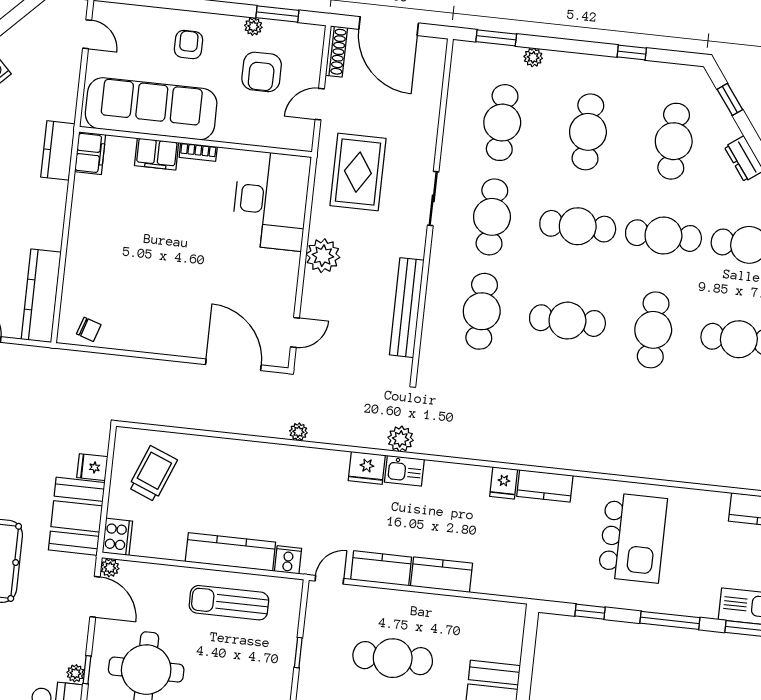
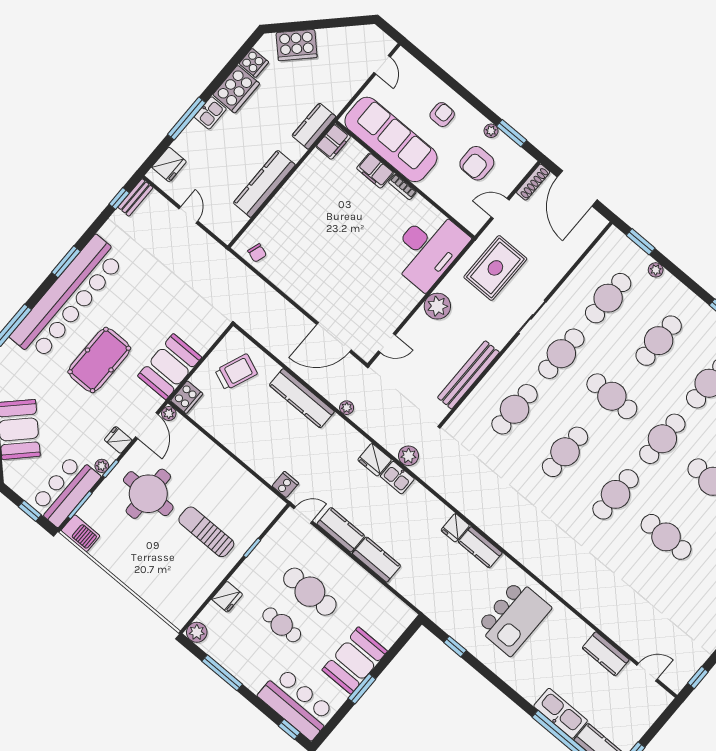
cafe table: (663, 236) -> (662, 439), turned 90
kitchen counter: (41, 296) -> (264, 184), moved
cafe table: (567, 321) -> (565, 452), turned 90
door: (233, 365) -> (334, 337), swing flipped
fridge: (92, 467) -> (118, 440), moved
kitchen counter: (230, 552) -> (302, 398), moved, turned 180
sun lounger: (229, 603) -> (206, 532), moved
window: (670, 620) -> (502, 686), removed

